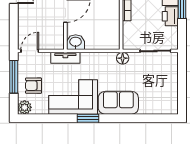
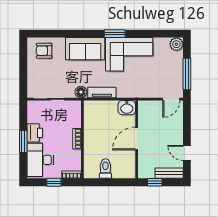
tv unit: (65, 58) -> (102, 92), moved
armchair: (34, 86) -> (44, 51), moved, turned 180

